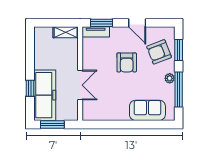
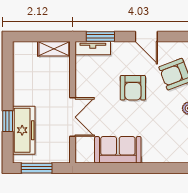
freezer: (45, 95) -> (24, 130), width x0.73, depth x0.79
sofa: (147, 110) -> (118, 150), moved

